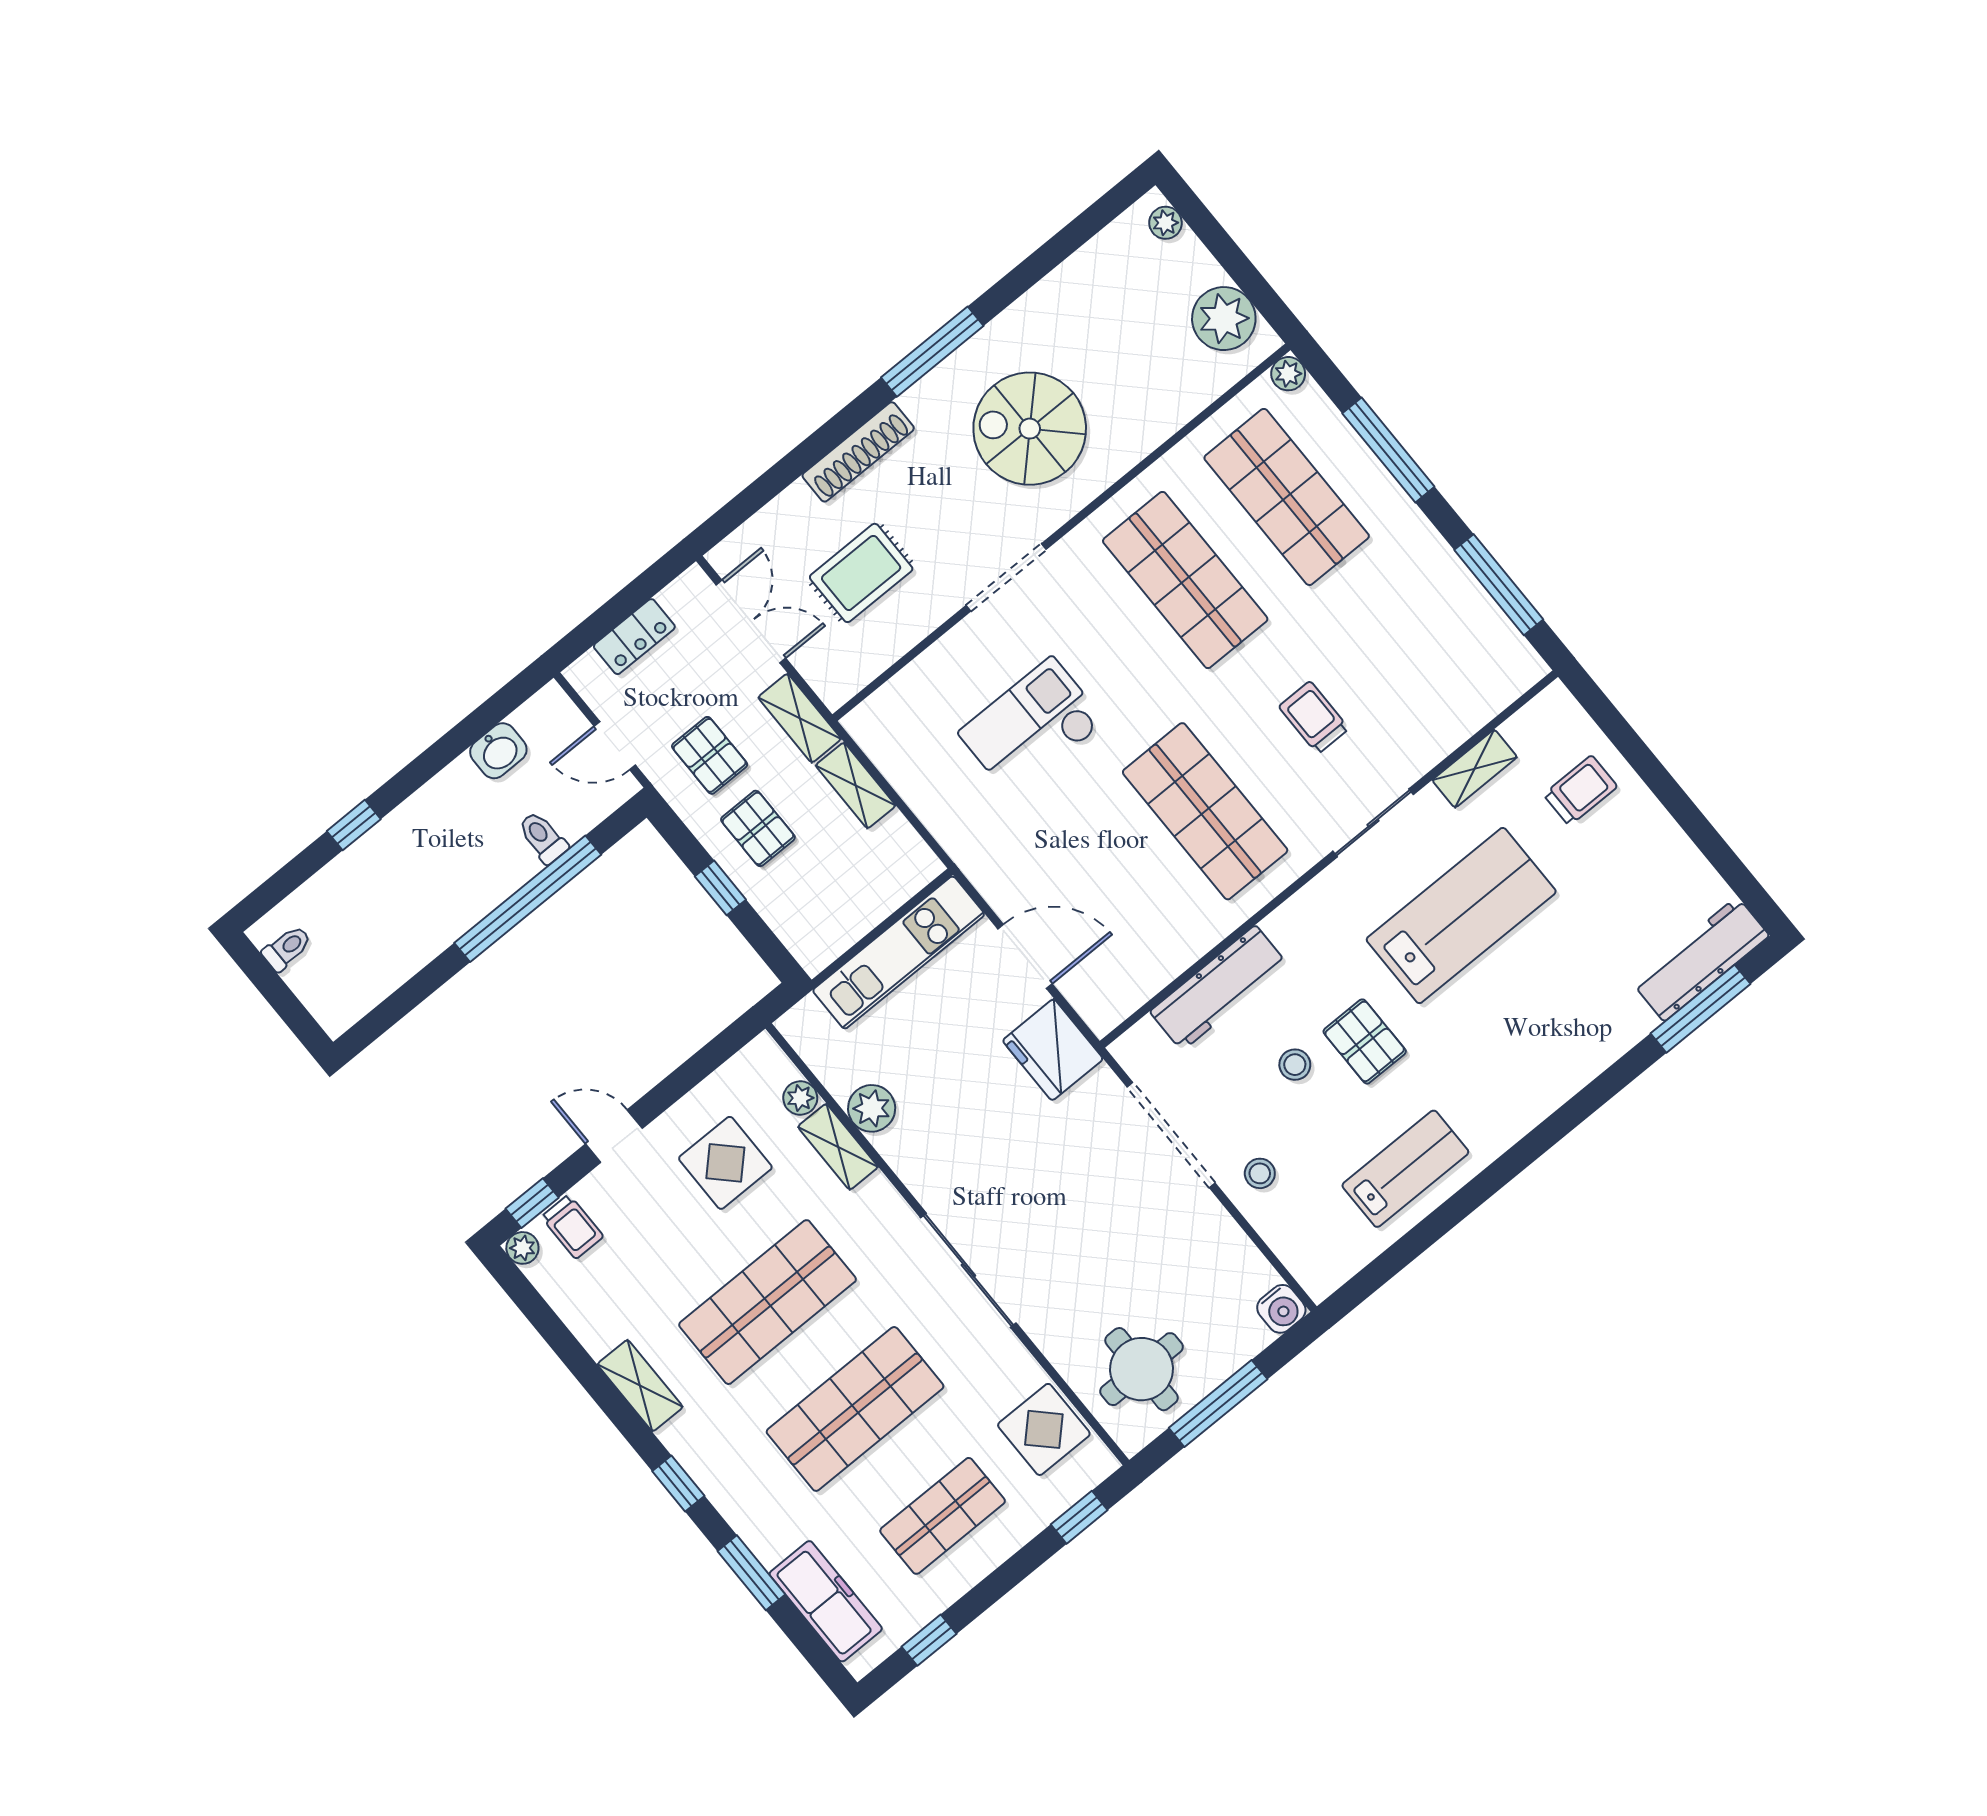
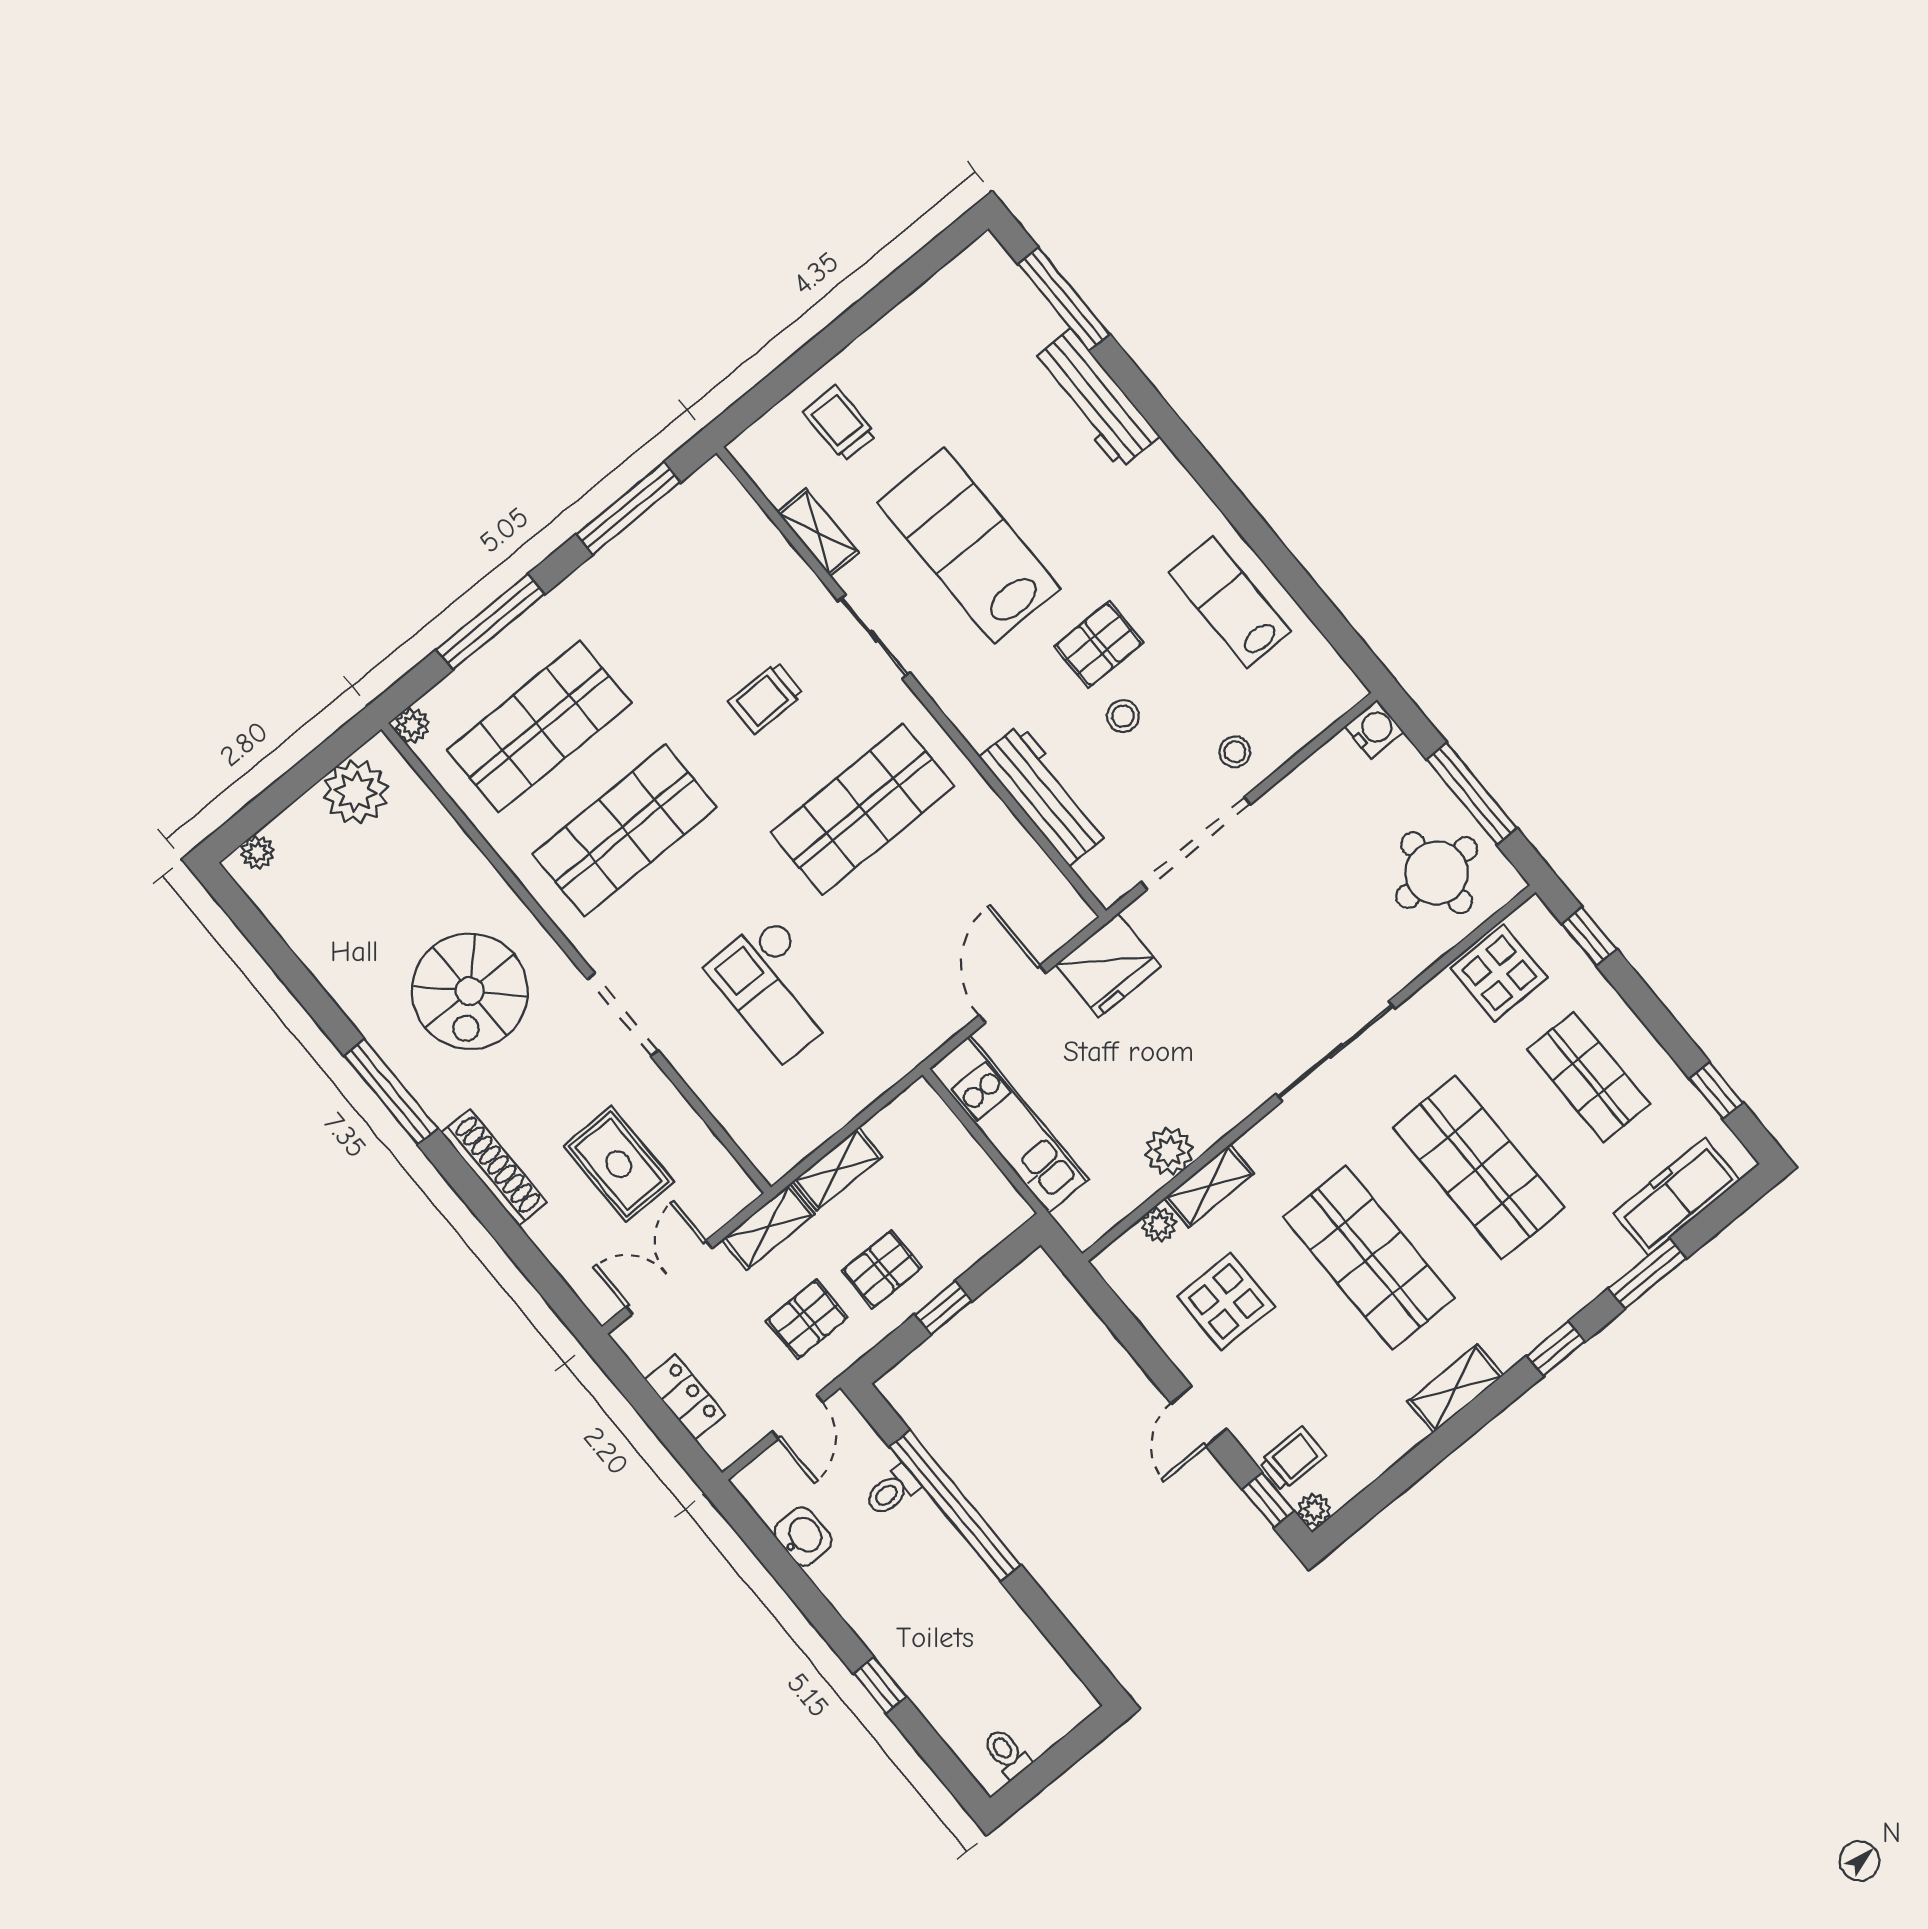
workbench: (1701, 959) -> (1095, 399), moved

